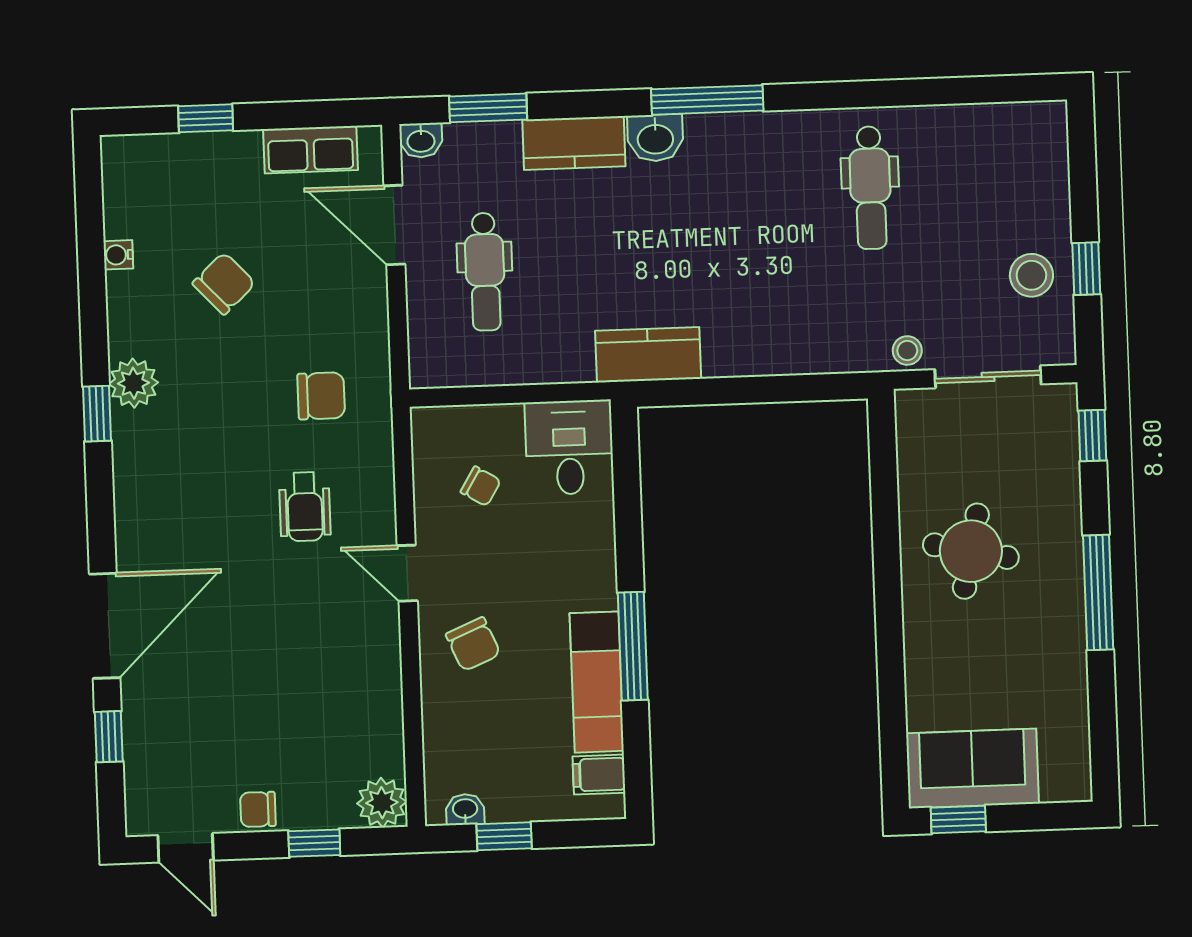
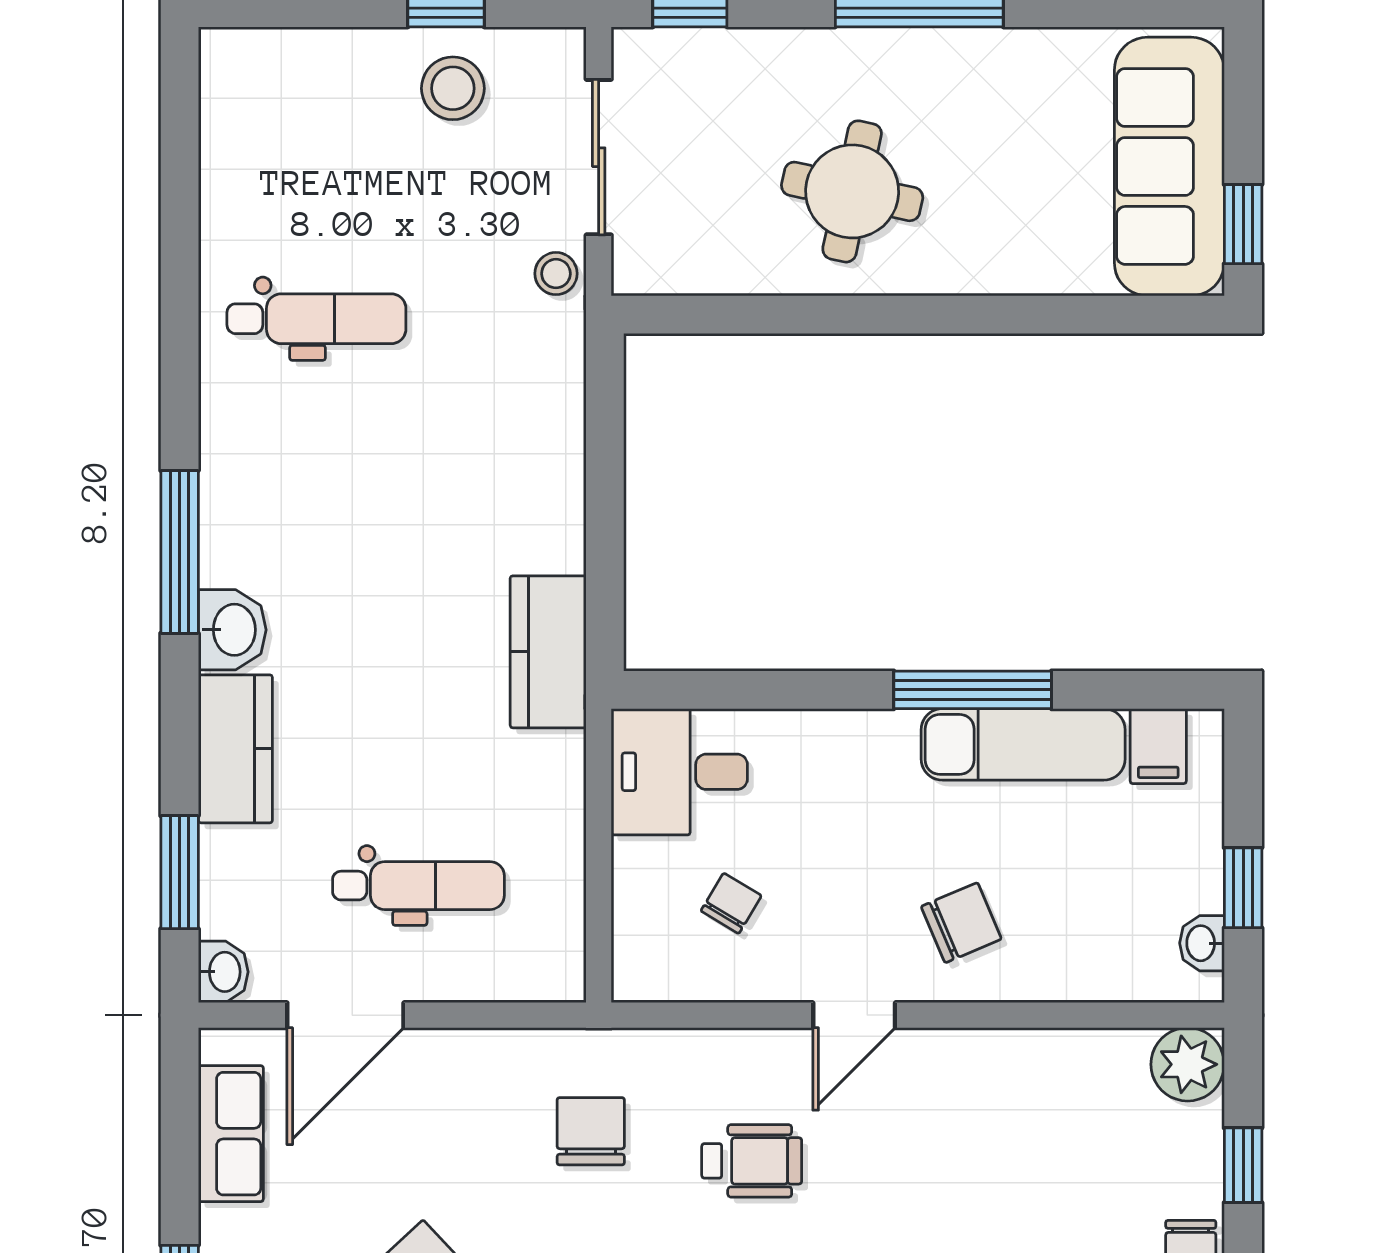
sofa: (972, 768) -> (1169, 166), width x1.36

